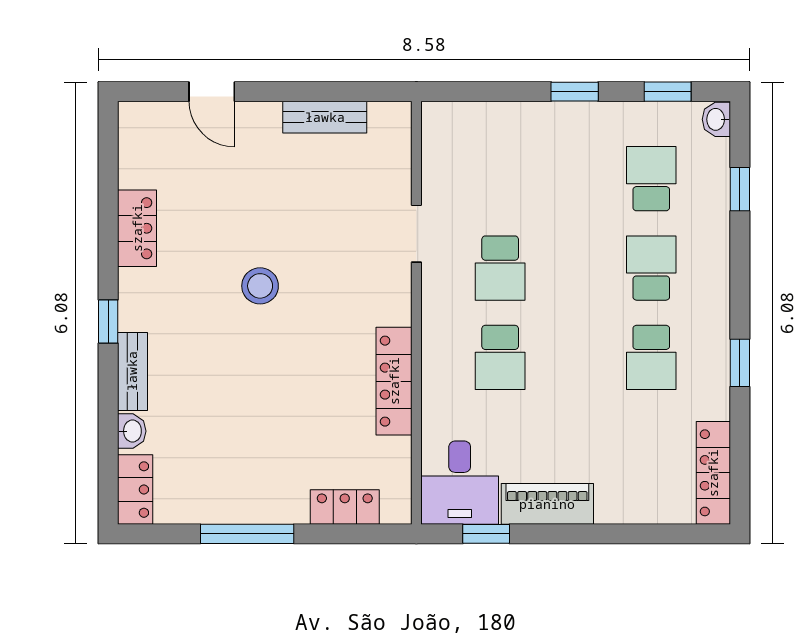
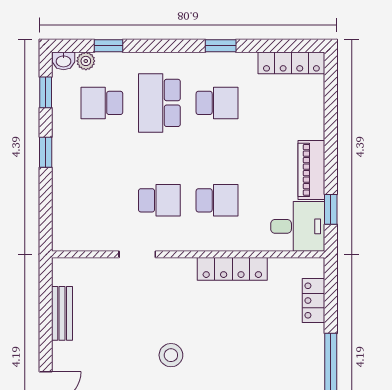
plant: (716, 154) -> (86, 61), added
school desk: (651, 268) -> (159, 103), width x1.85

